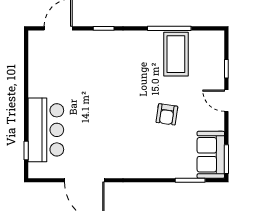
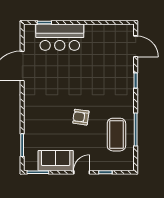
coffee table: (176, 54) -> (116, 135), turned 90
armchair: (167, 114) -> (81, 117), moved
sofa: (211, 155) -> (56, 161), moved

